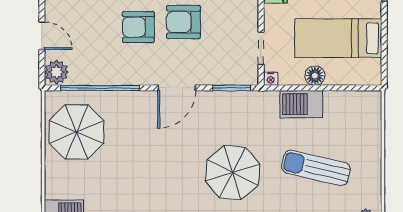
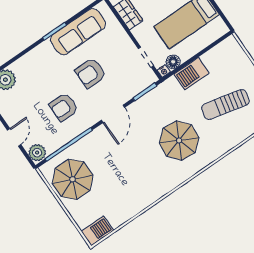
armchair: (138, 27) -> (64, 107), moved
door: (42, 36) -> (14, 137), hinge flipped
floor lamp: (315, 76) -> (173, 62), moved

